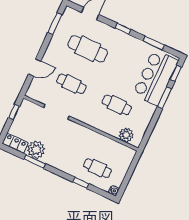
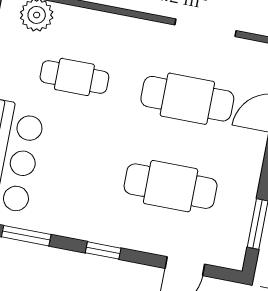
cafe table: (71, 84) -> (187, 99), width x1.37, depth x1.35

